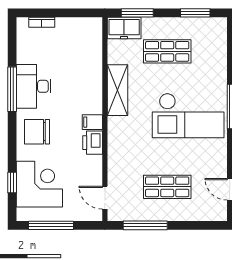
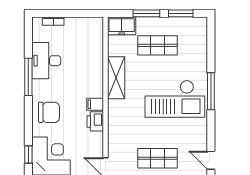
window: (137, 13) -> (146, 13), moved
desk: (34, 86) -> (46, 61), moved
chair: (37, 132) -> (49, 112), turned 180

